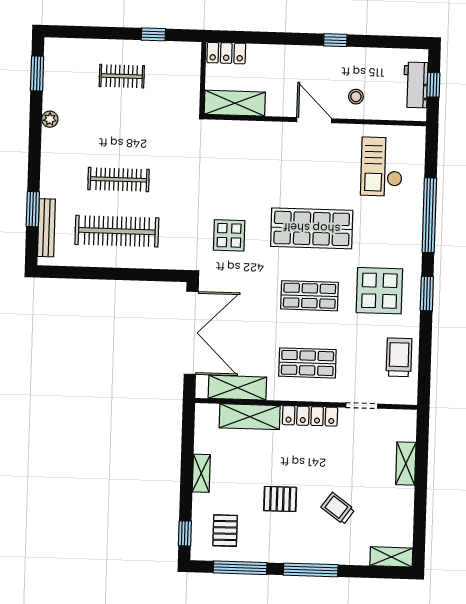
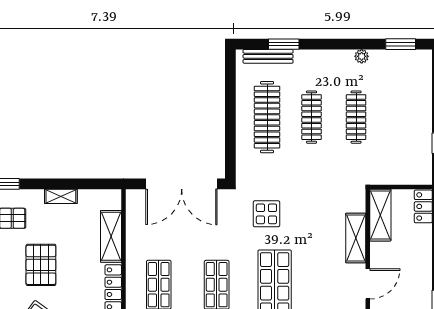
clothes rail: (122, 76) -> (356, 117), moved, width x1.36
shelving: (237, 388) -> (356, 238), moved
pallet: (280, 499) -> (41, 265), width x1.50, depth x1.42

